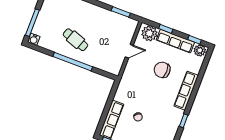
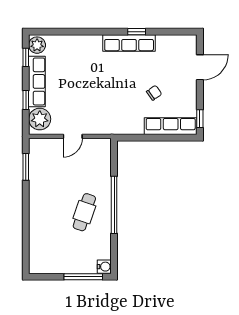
door: (129, 51) -> (73, 136), swing flipped
chair: (162, 70) -> (81, 85), removed
row of seats: (186, 91) -> (129, 43), moved

